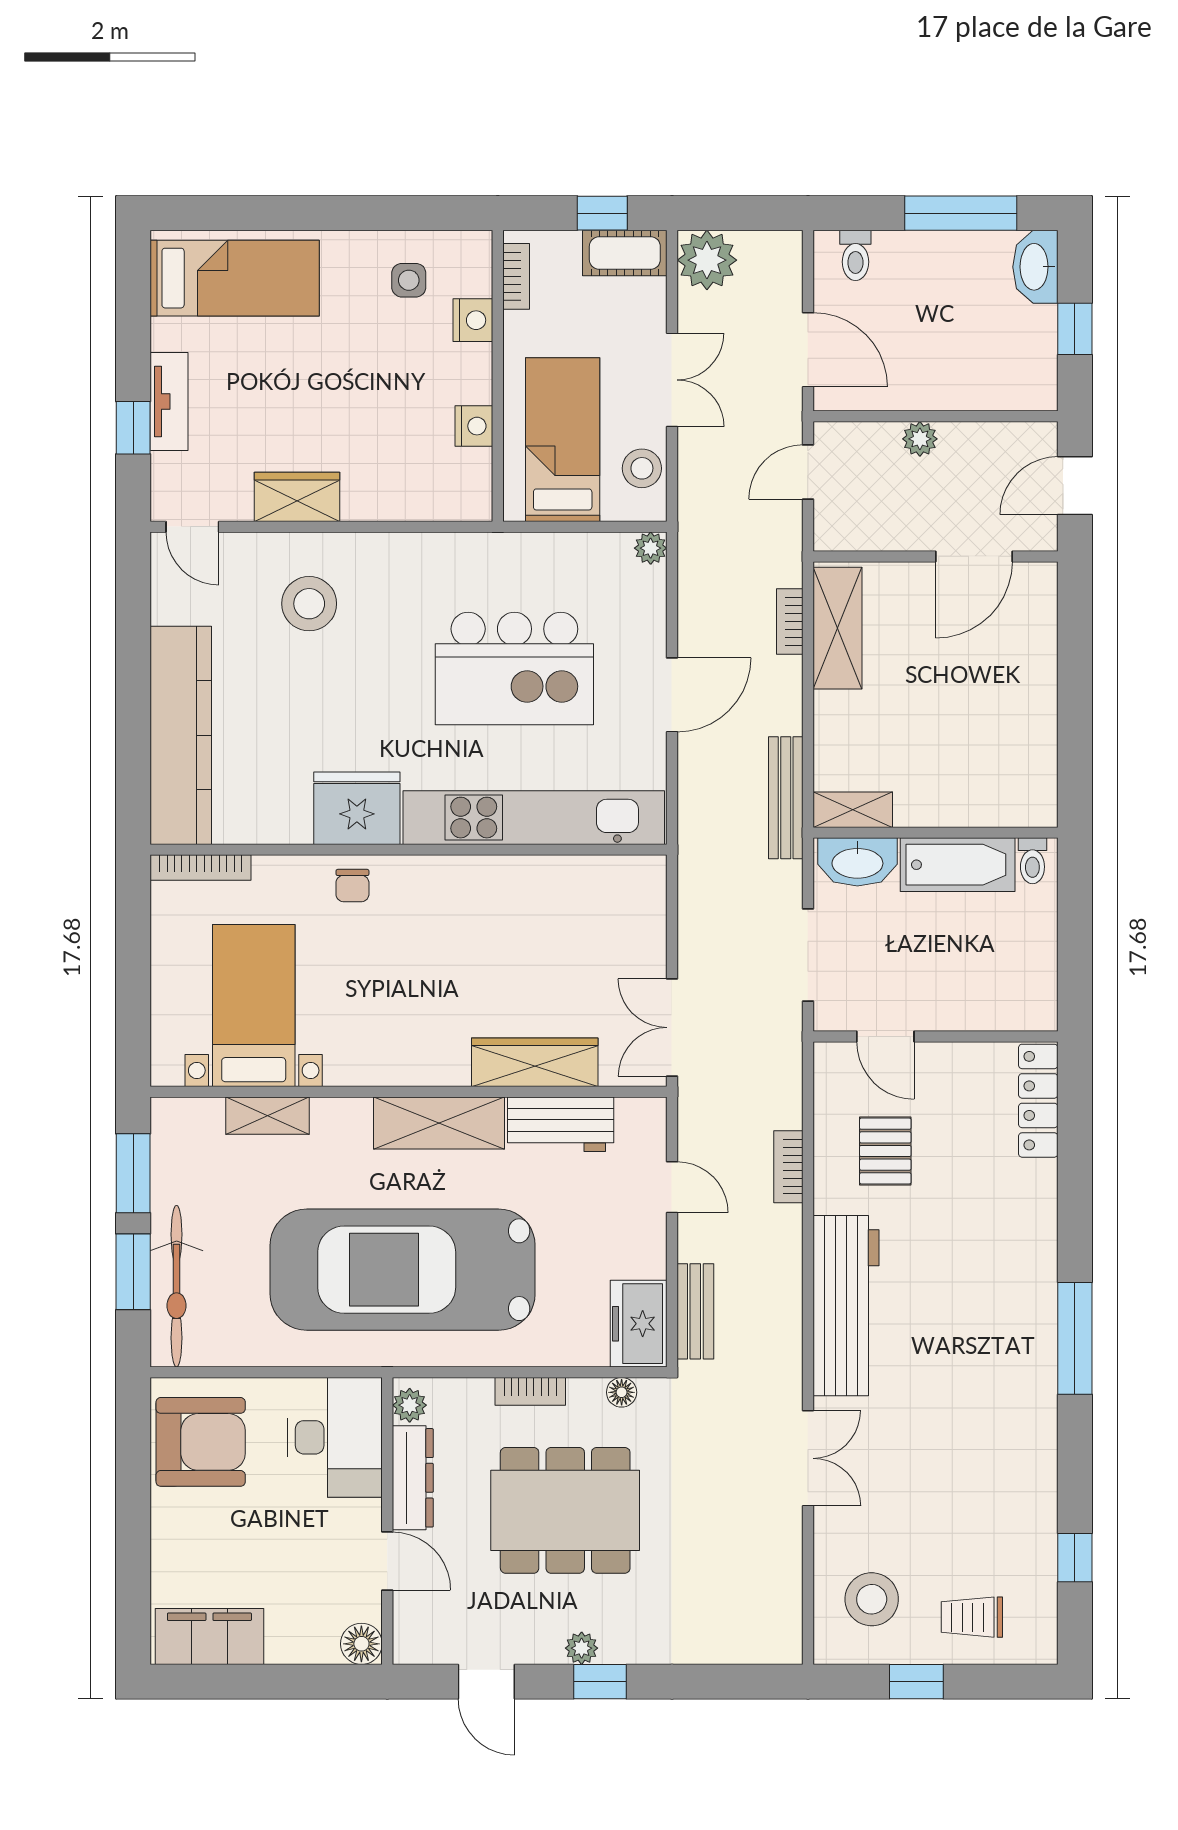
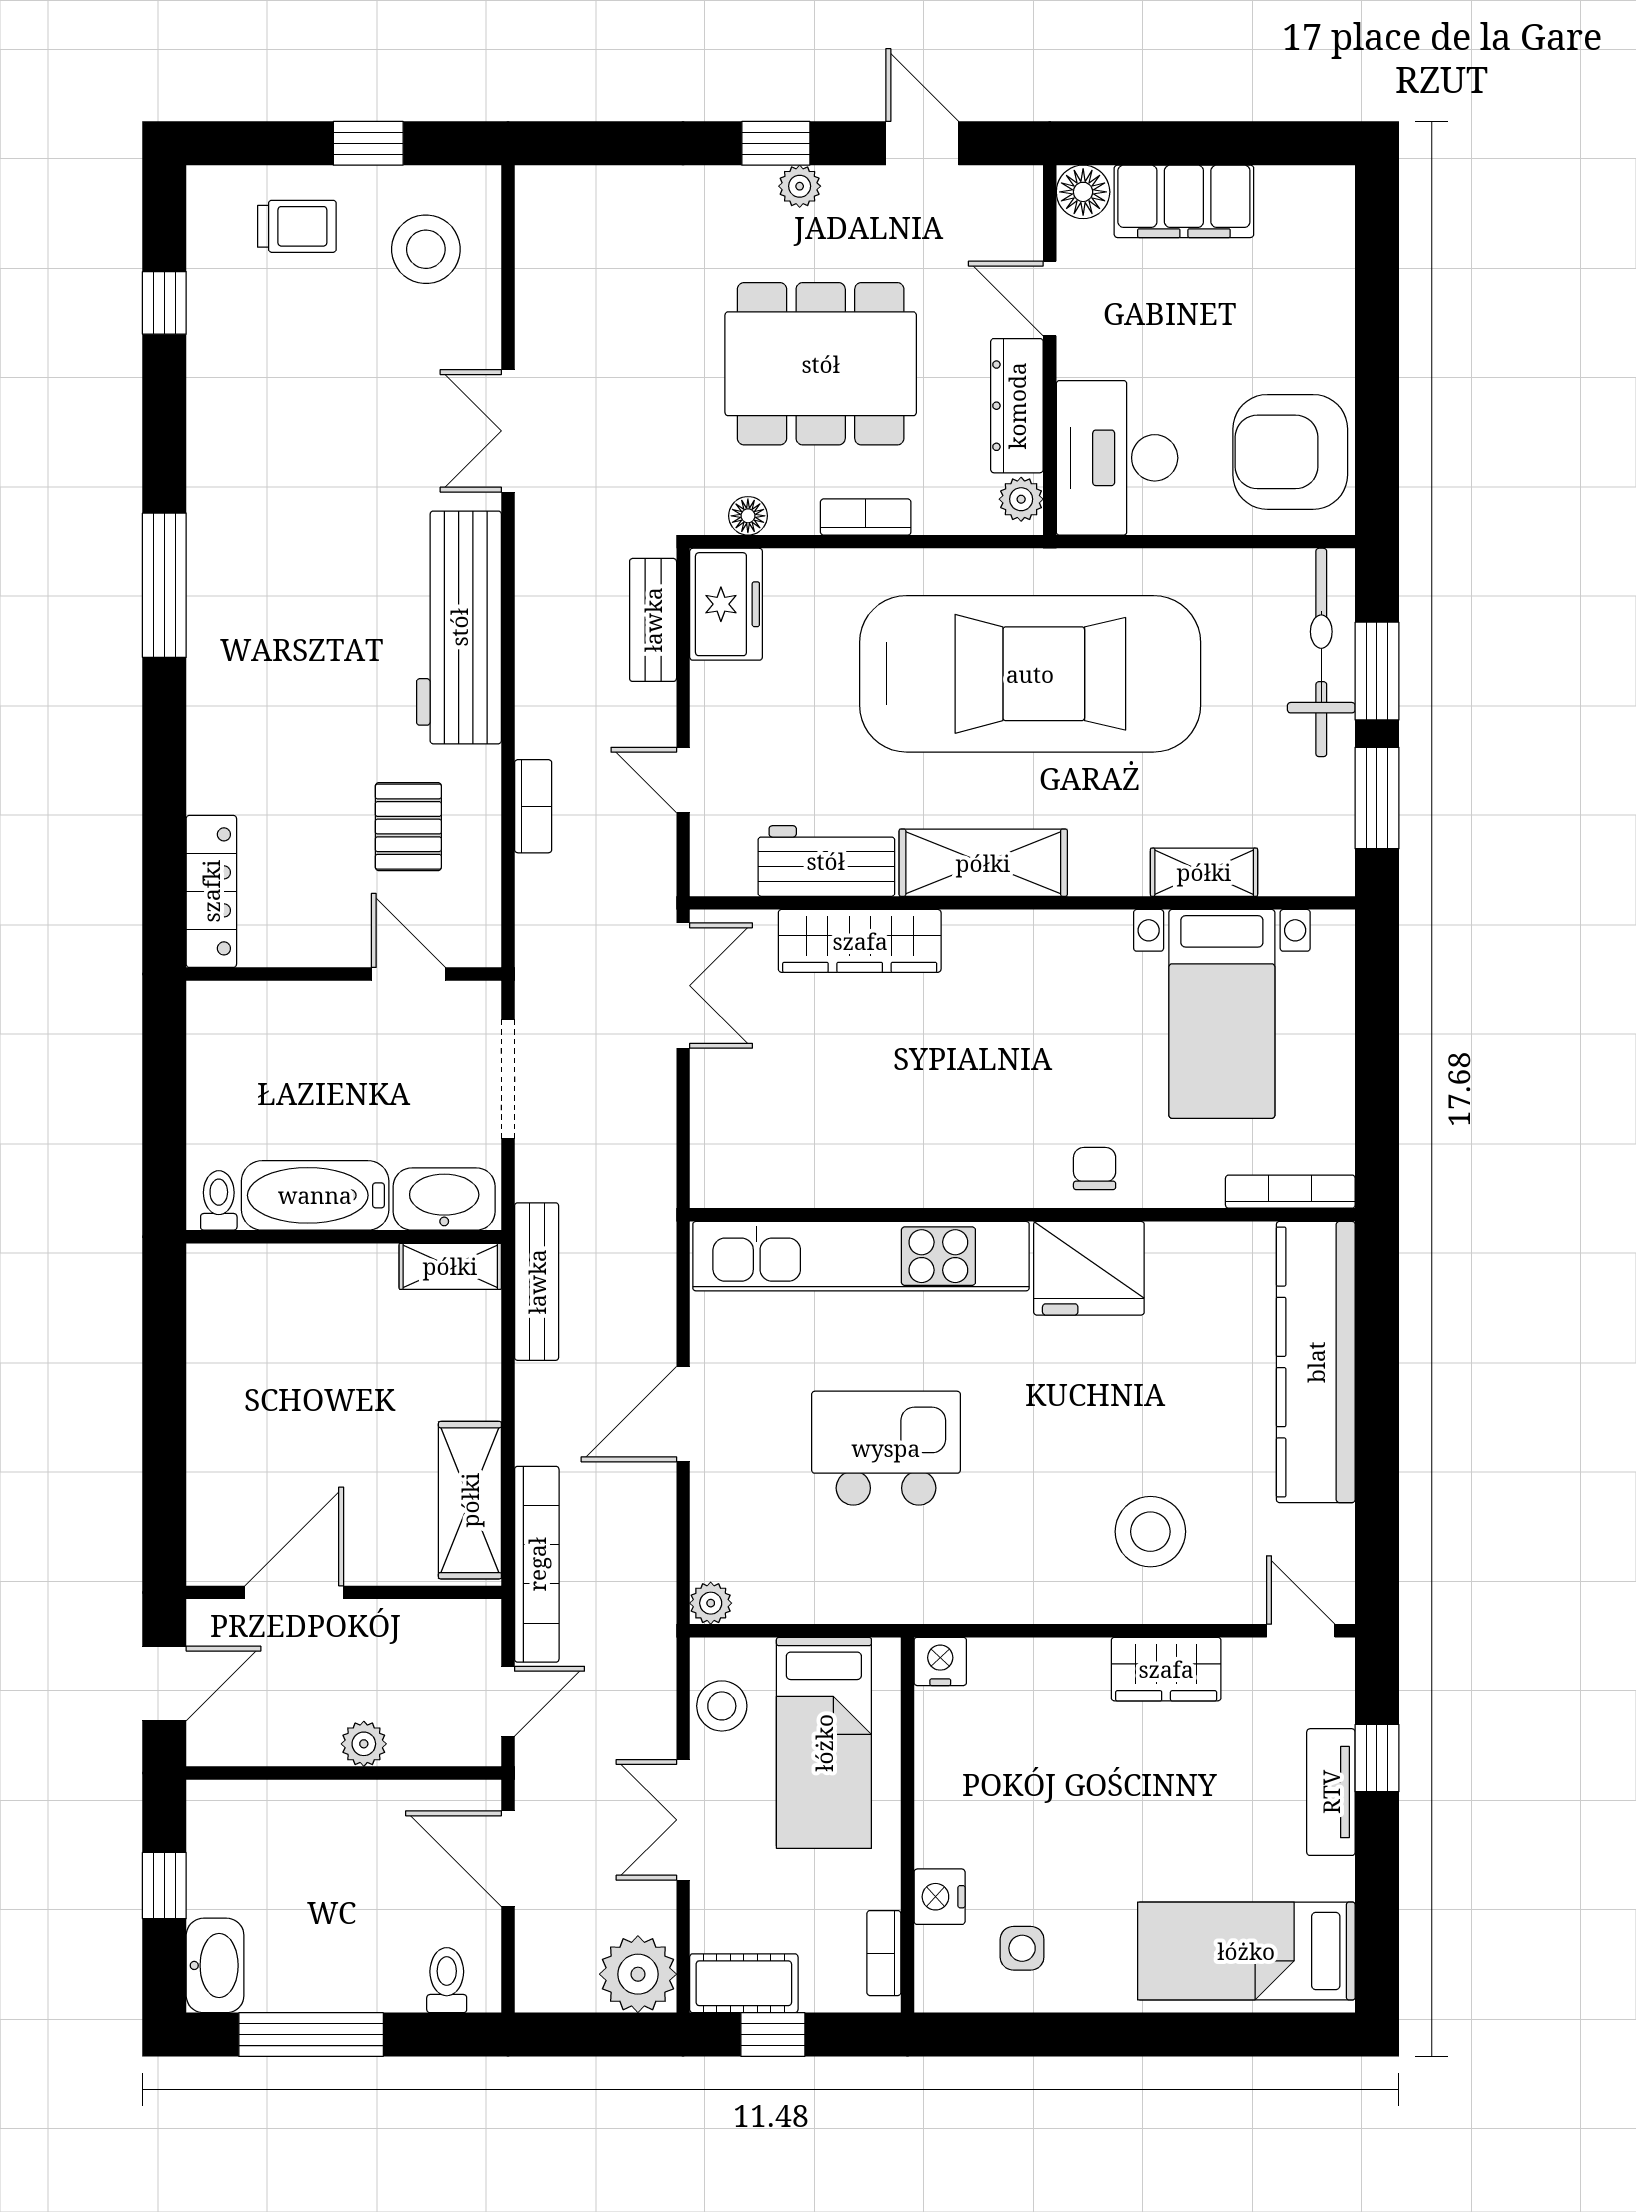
nightstand: (474, 426) -> (940, 1661), moved, turned 90
bookcase: (790, 621) -> (537, 1564), width x2.31, depth x1.31
kitchen island: (514, 668) -> (886, 1448), width x0.73, depth x0.78
filing cabinet: (209, 1636) -> (1184, 201), moved

